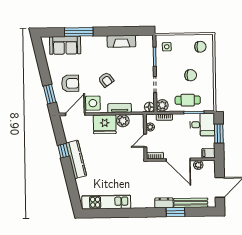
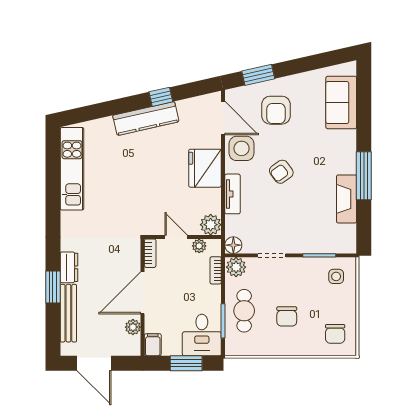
window: (79, 32) -> (364, 176), moved
plant: (123, 121) -> (211, 225), moved

